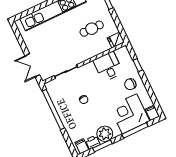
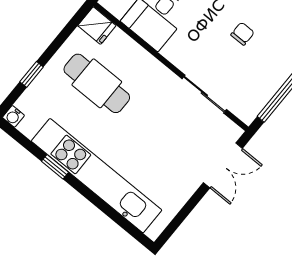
cafe table: (92, 29) -> (97, 83), width x1.37, depth x1.35

